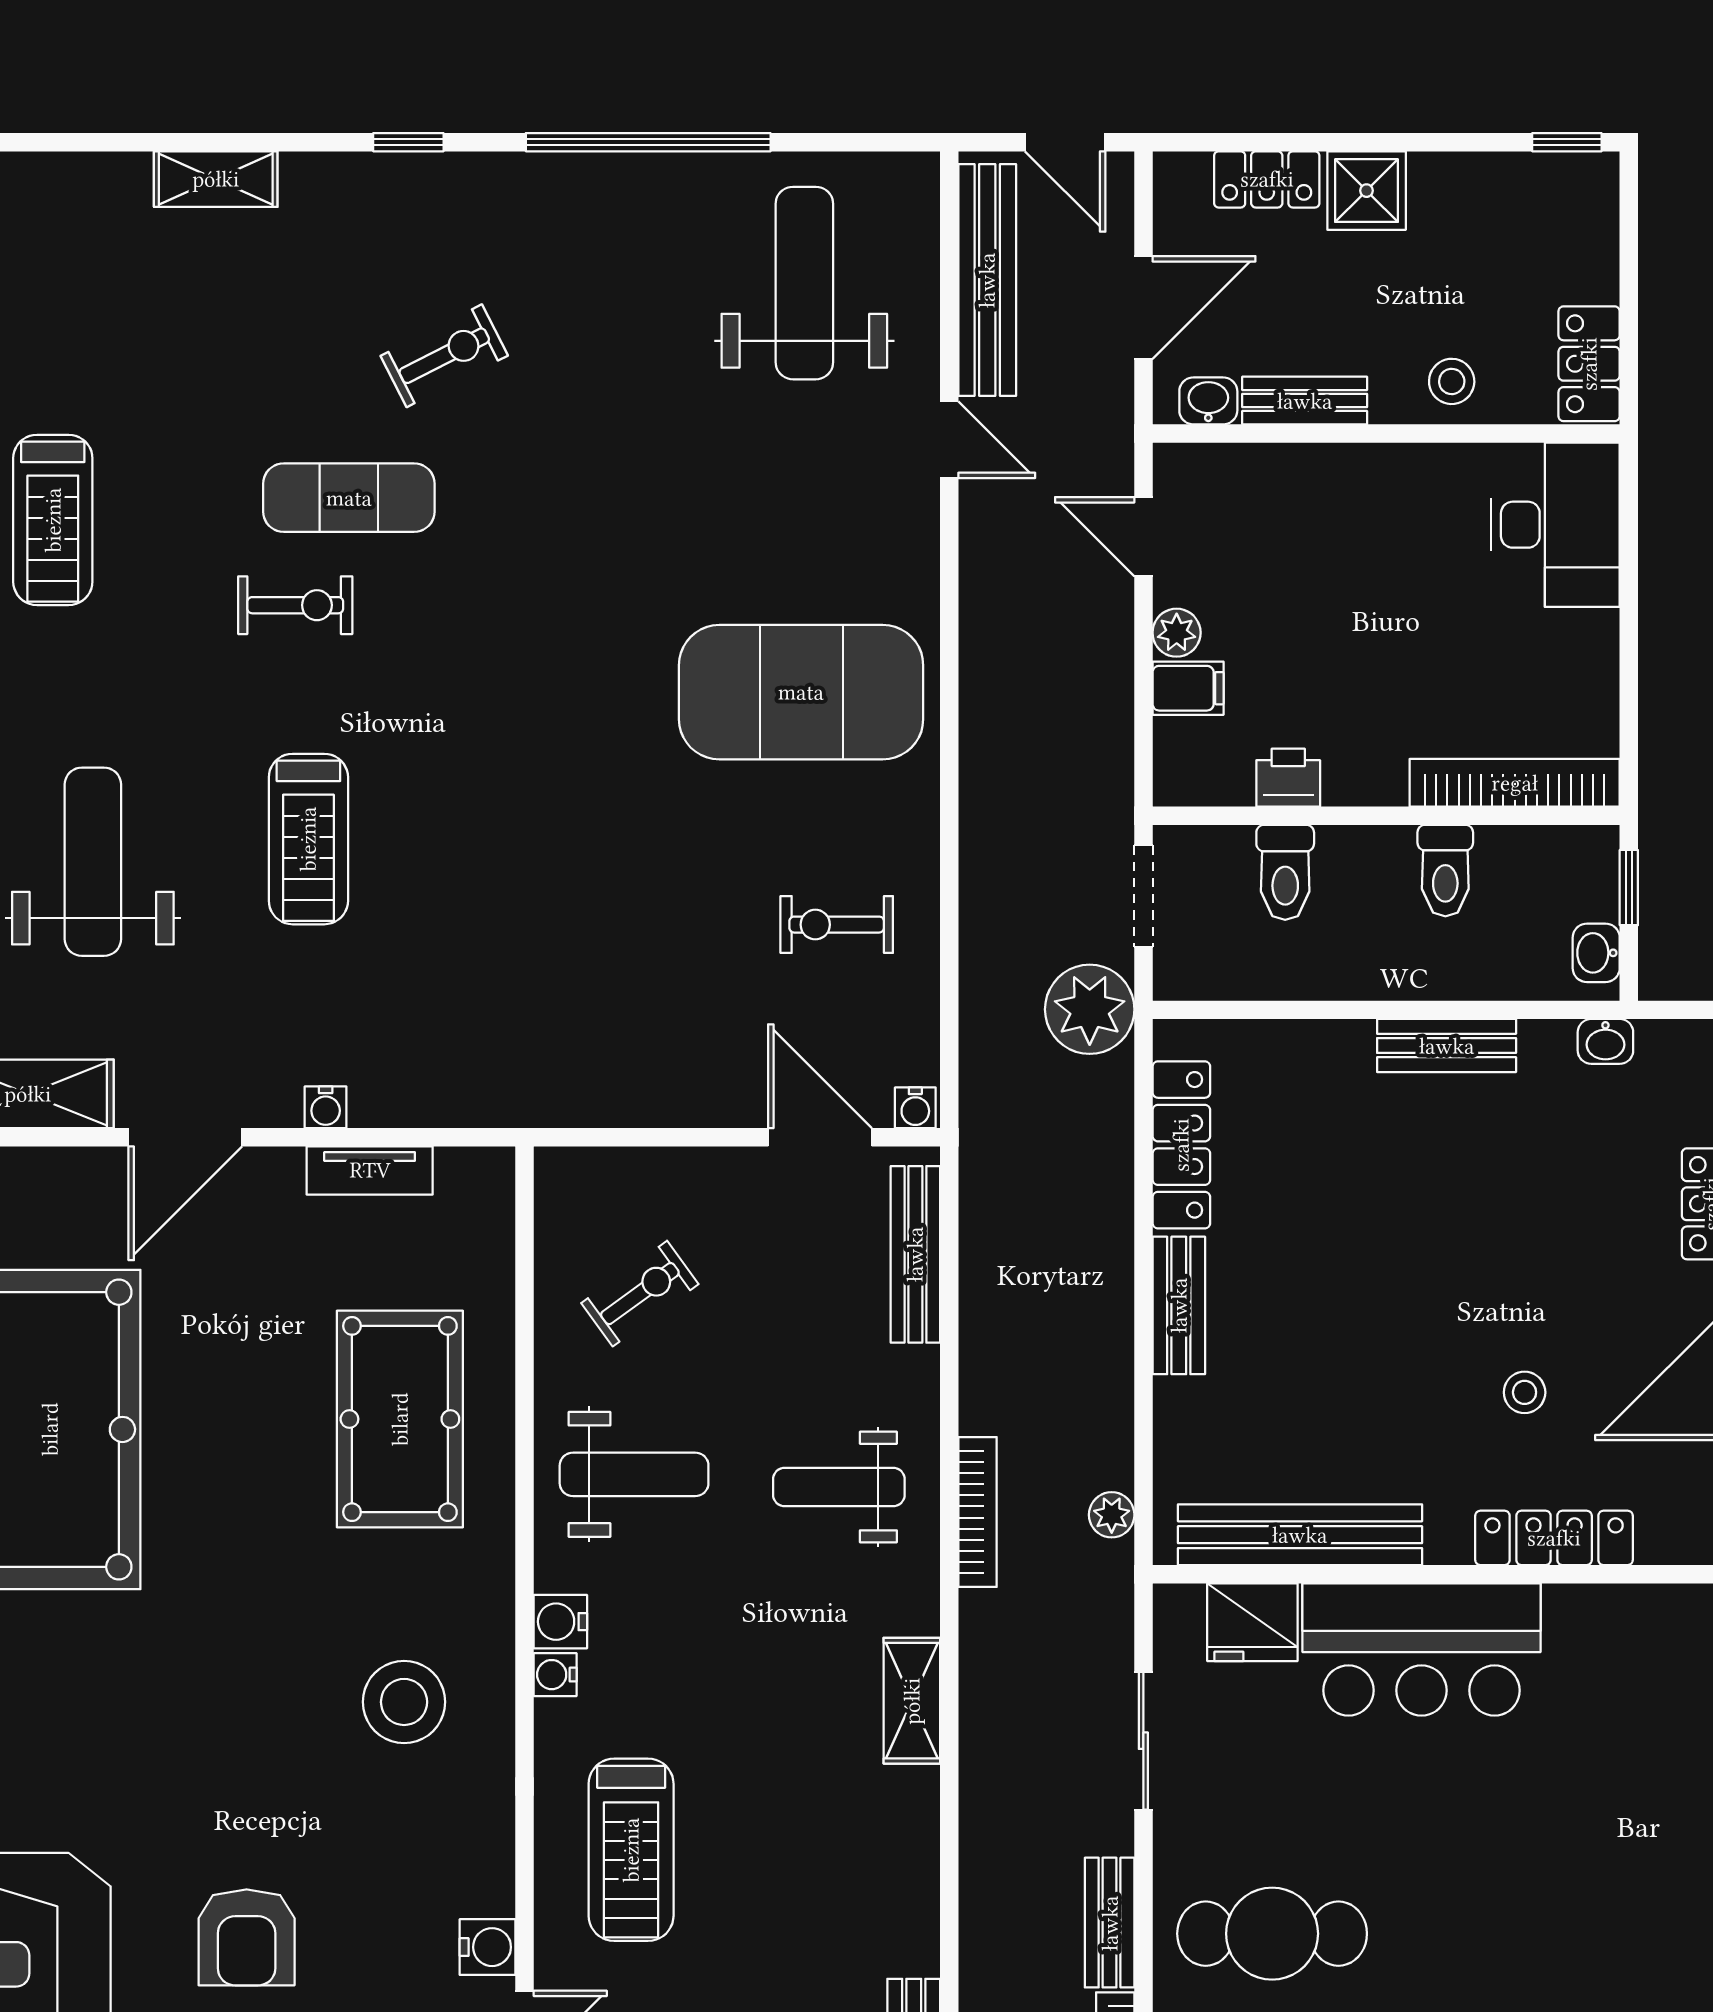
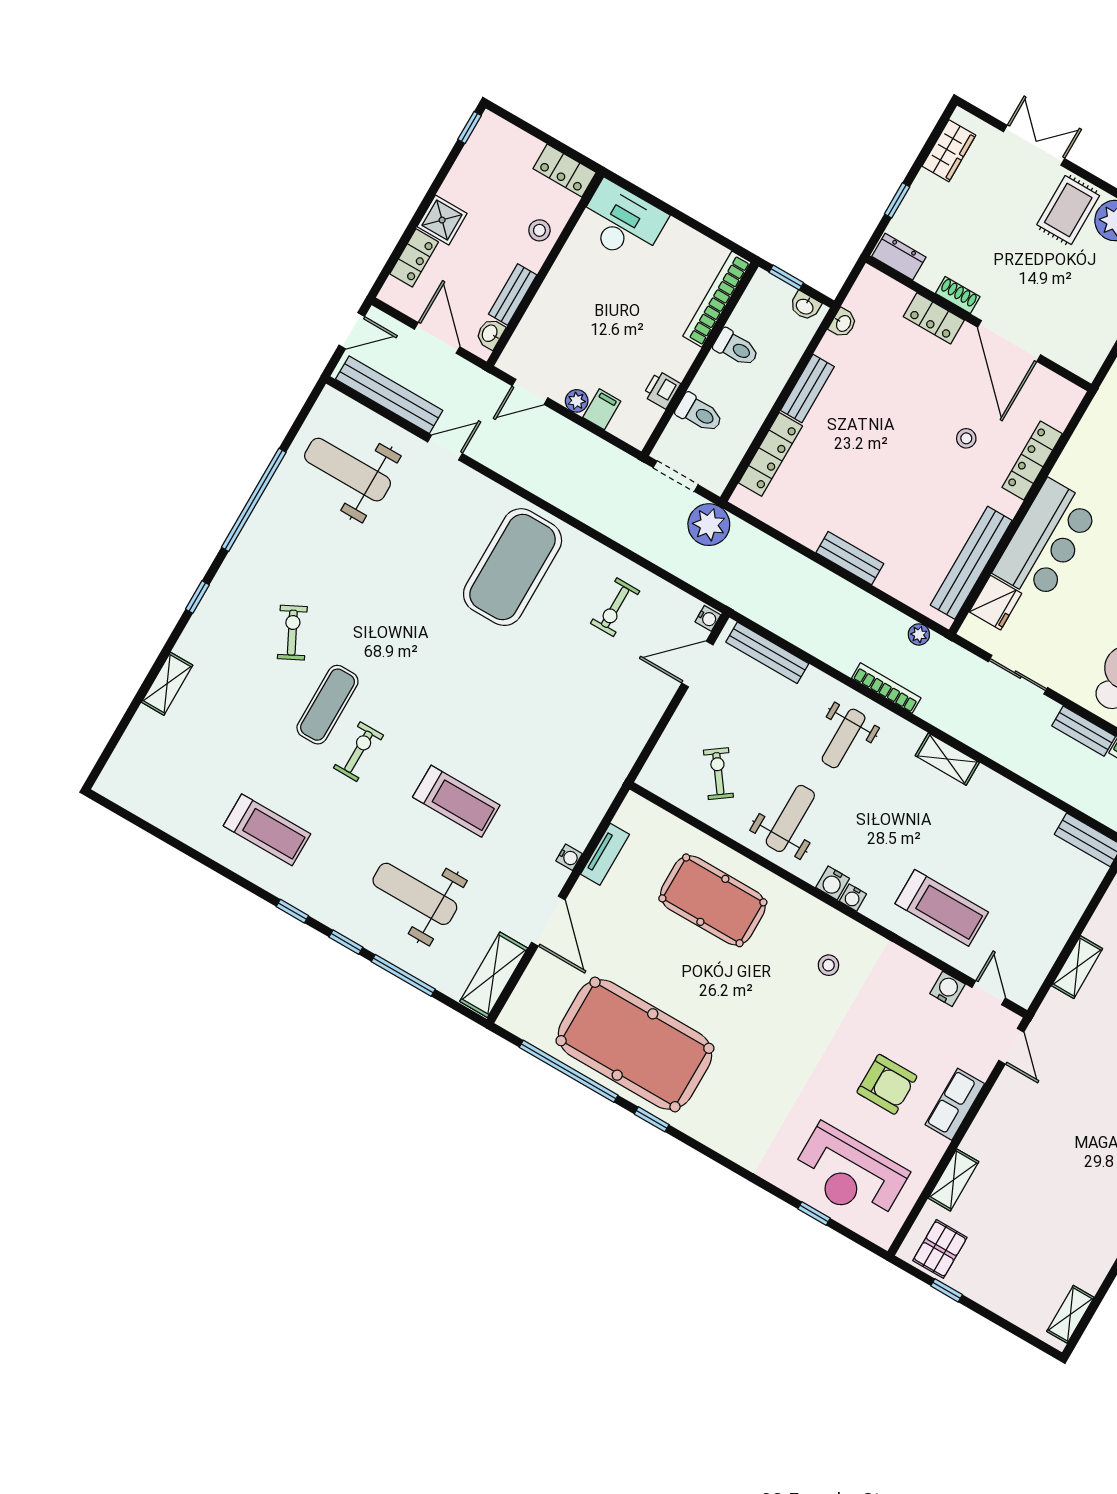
locker: (1181, 1145) -> (770, 454), moved, turned 90
stool: (404, 1702) -> (828, 965), width x0.53, depth x0.53

